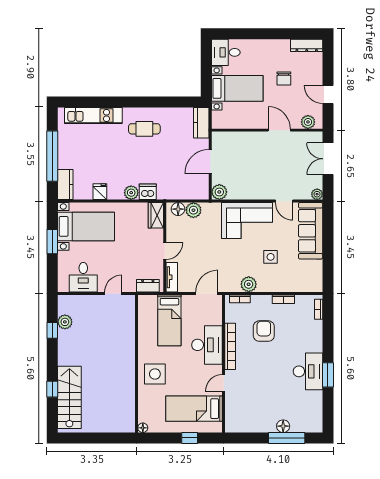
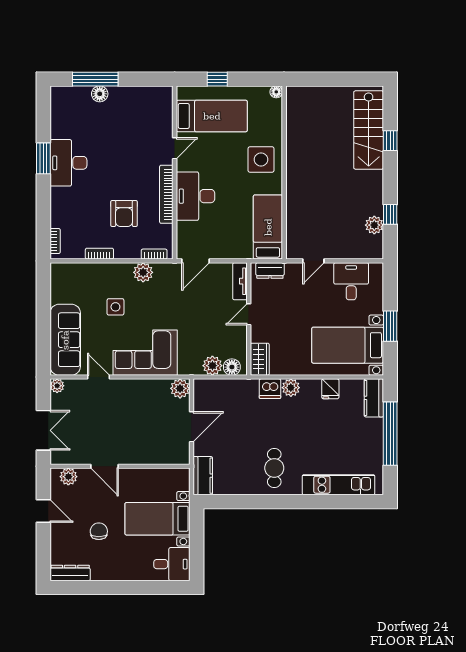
cafe table: (144, 129) -> (274, 468), turned 90
bed: (169, 320) -> (268, 227), moved

